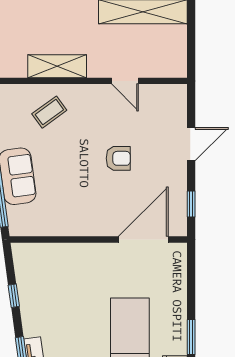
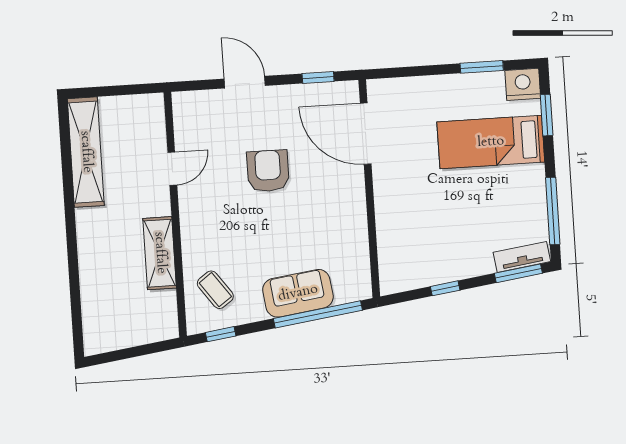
coffee table: (49, 112) -> (215, 290), moved
armchair: (118, 158) -> (268, 171), width x1.38, depth x1.38

